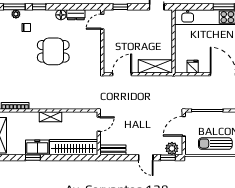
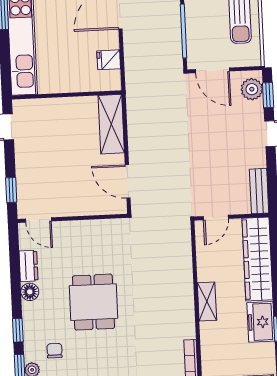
door: (99, 124) -> (216, 217), swing flipped

